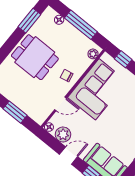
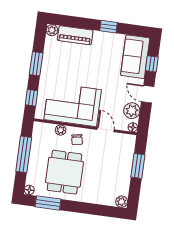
floor lamp: (59, 20) -> (29, 190), moved
plant: (93, 54) -> (61, 130), moved
dining table: (35, 57) -> (64, 172), moved

